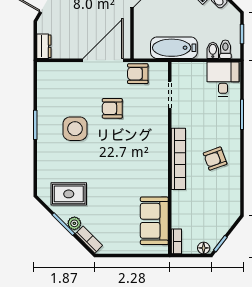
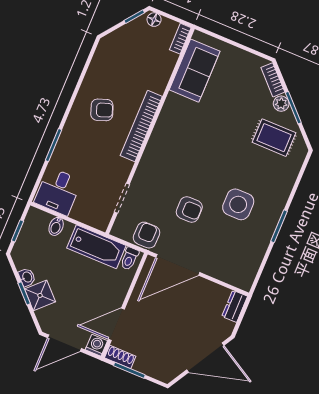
toilet: (225, 49) -> (129, 259), moved
armchair: (138, 74) -> (147, 235), turned -90

